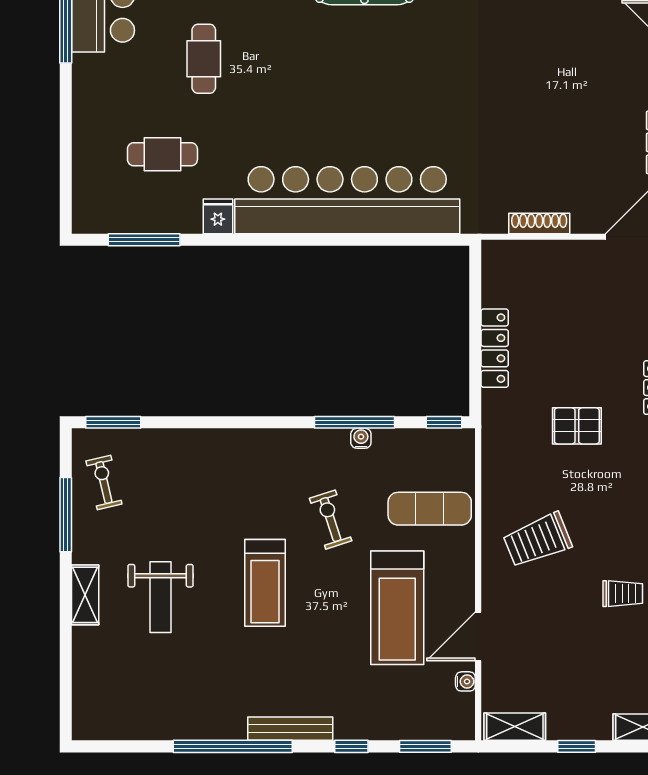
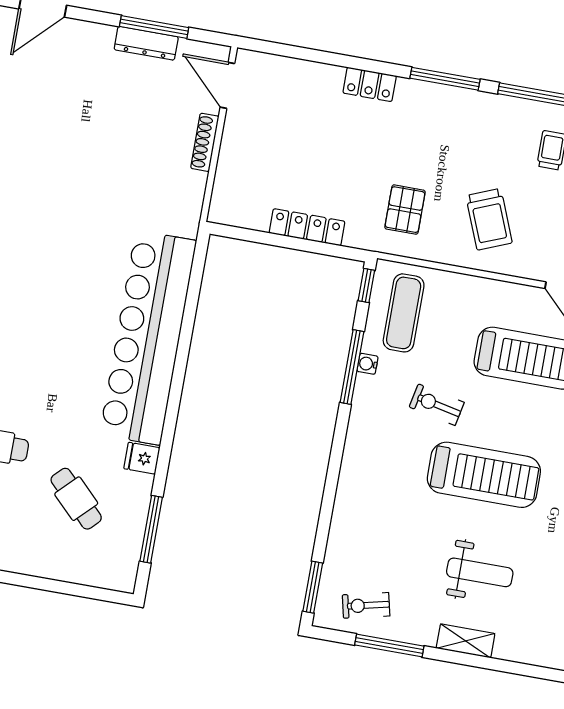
cafe table: (162, 154) -> (76, 499), turned -45
shoe rack: (539, 223) -> (205, 142), moved
pallet: (577, 426) -> (405, 210), moved
exercise mat: (430, 509) -> (404, 313), moved
exercise bike: (331, 520) -> (437, 405), turned 30
treadmill: (265, 583) -> (484, 475), width x1.37, depth x1.38

